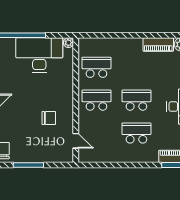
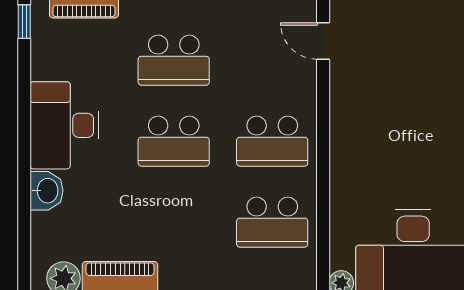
chair: (49, 118) -> (390, 97), removed

